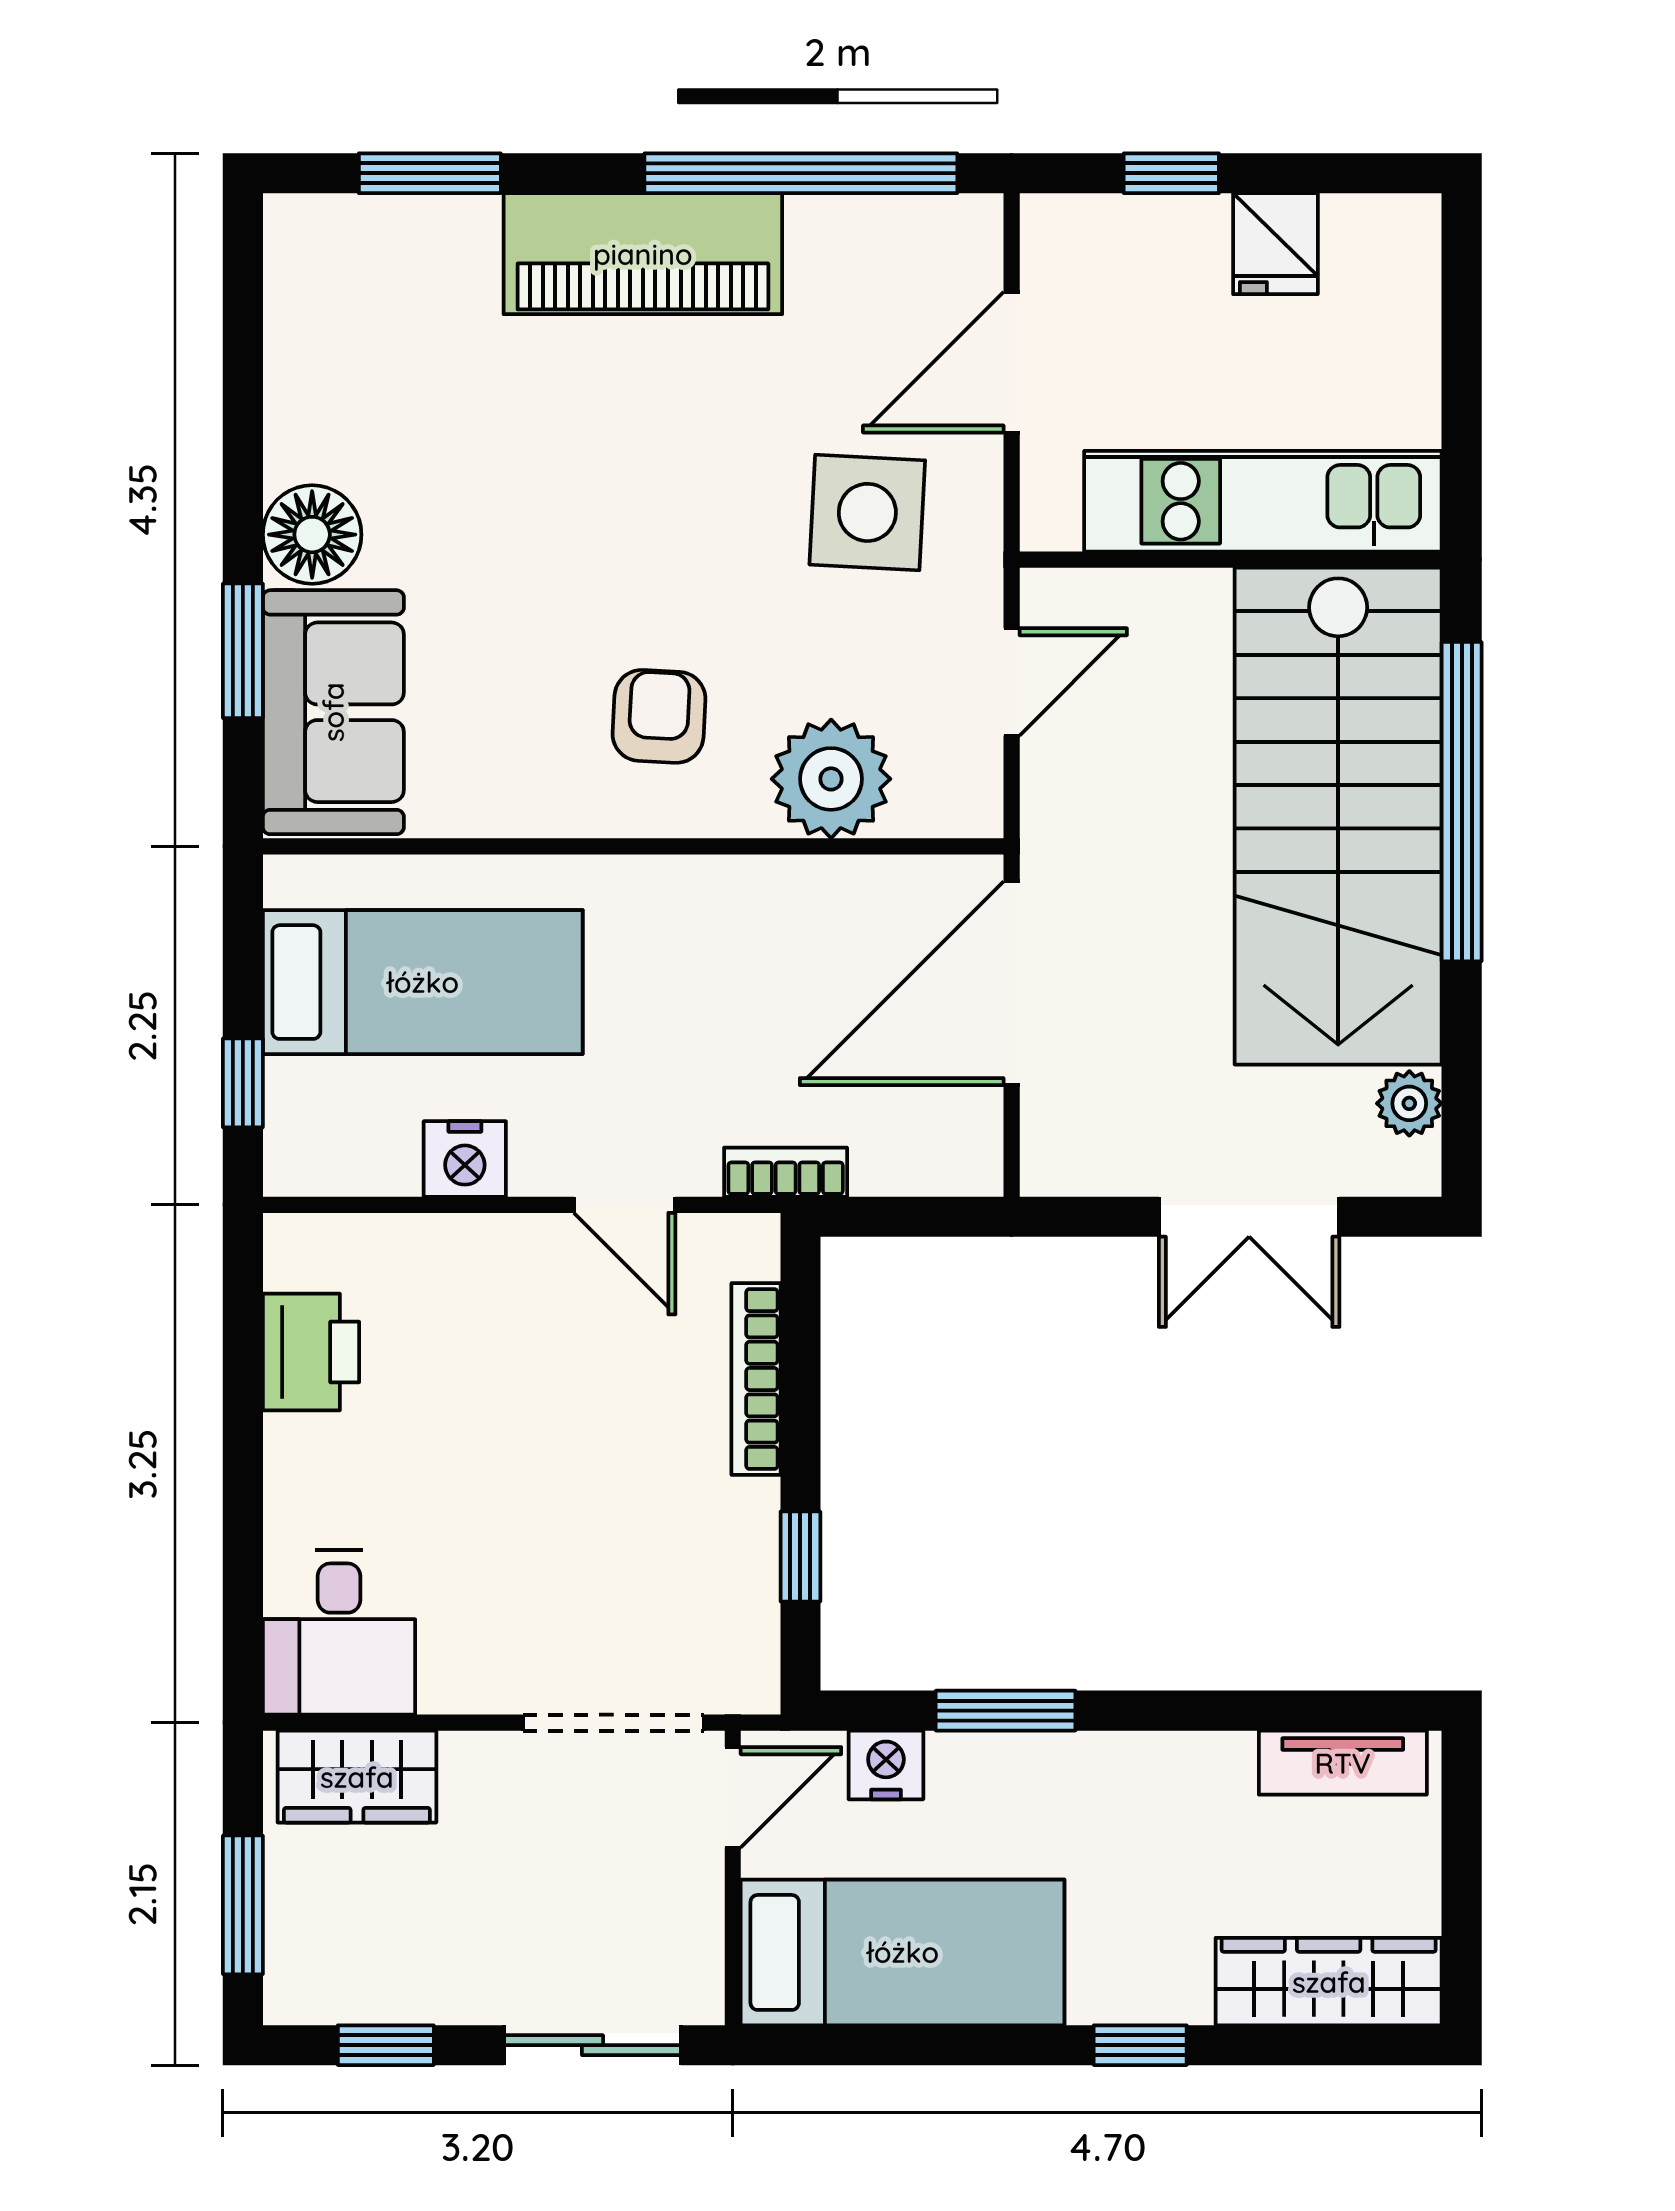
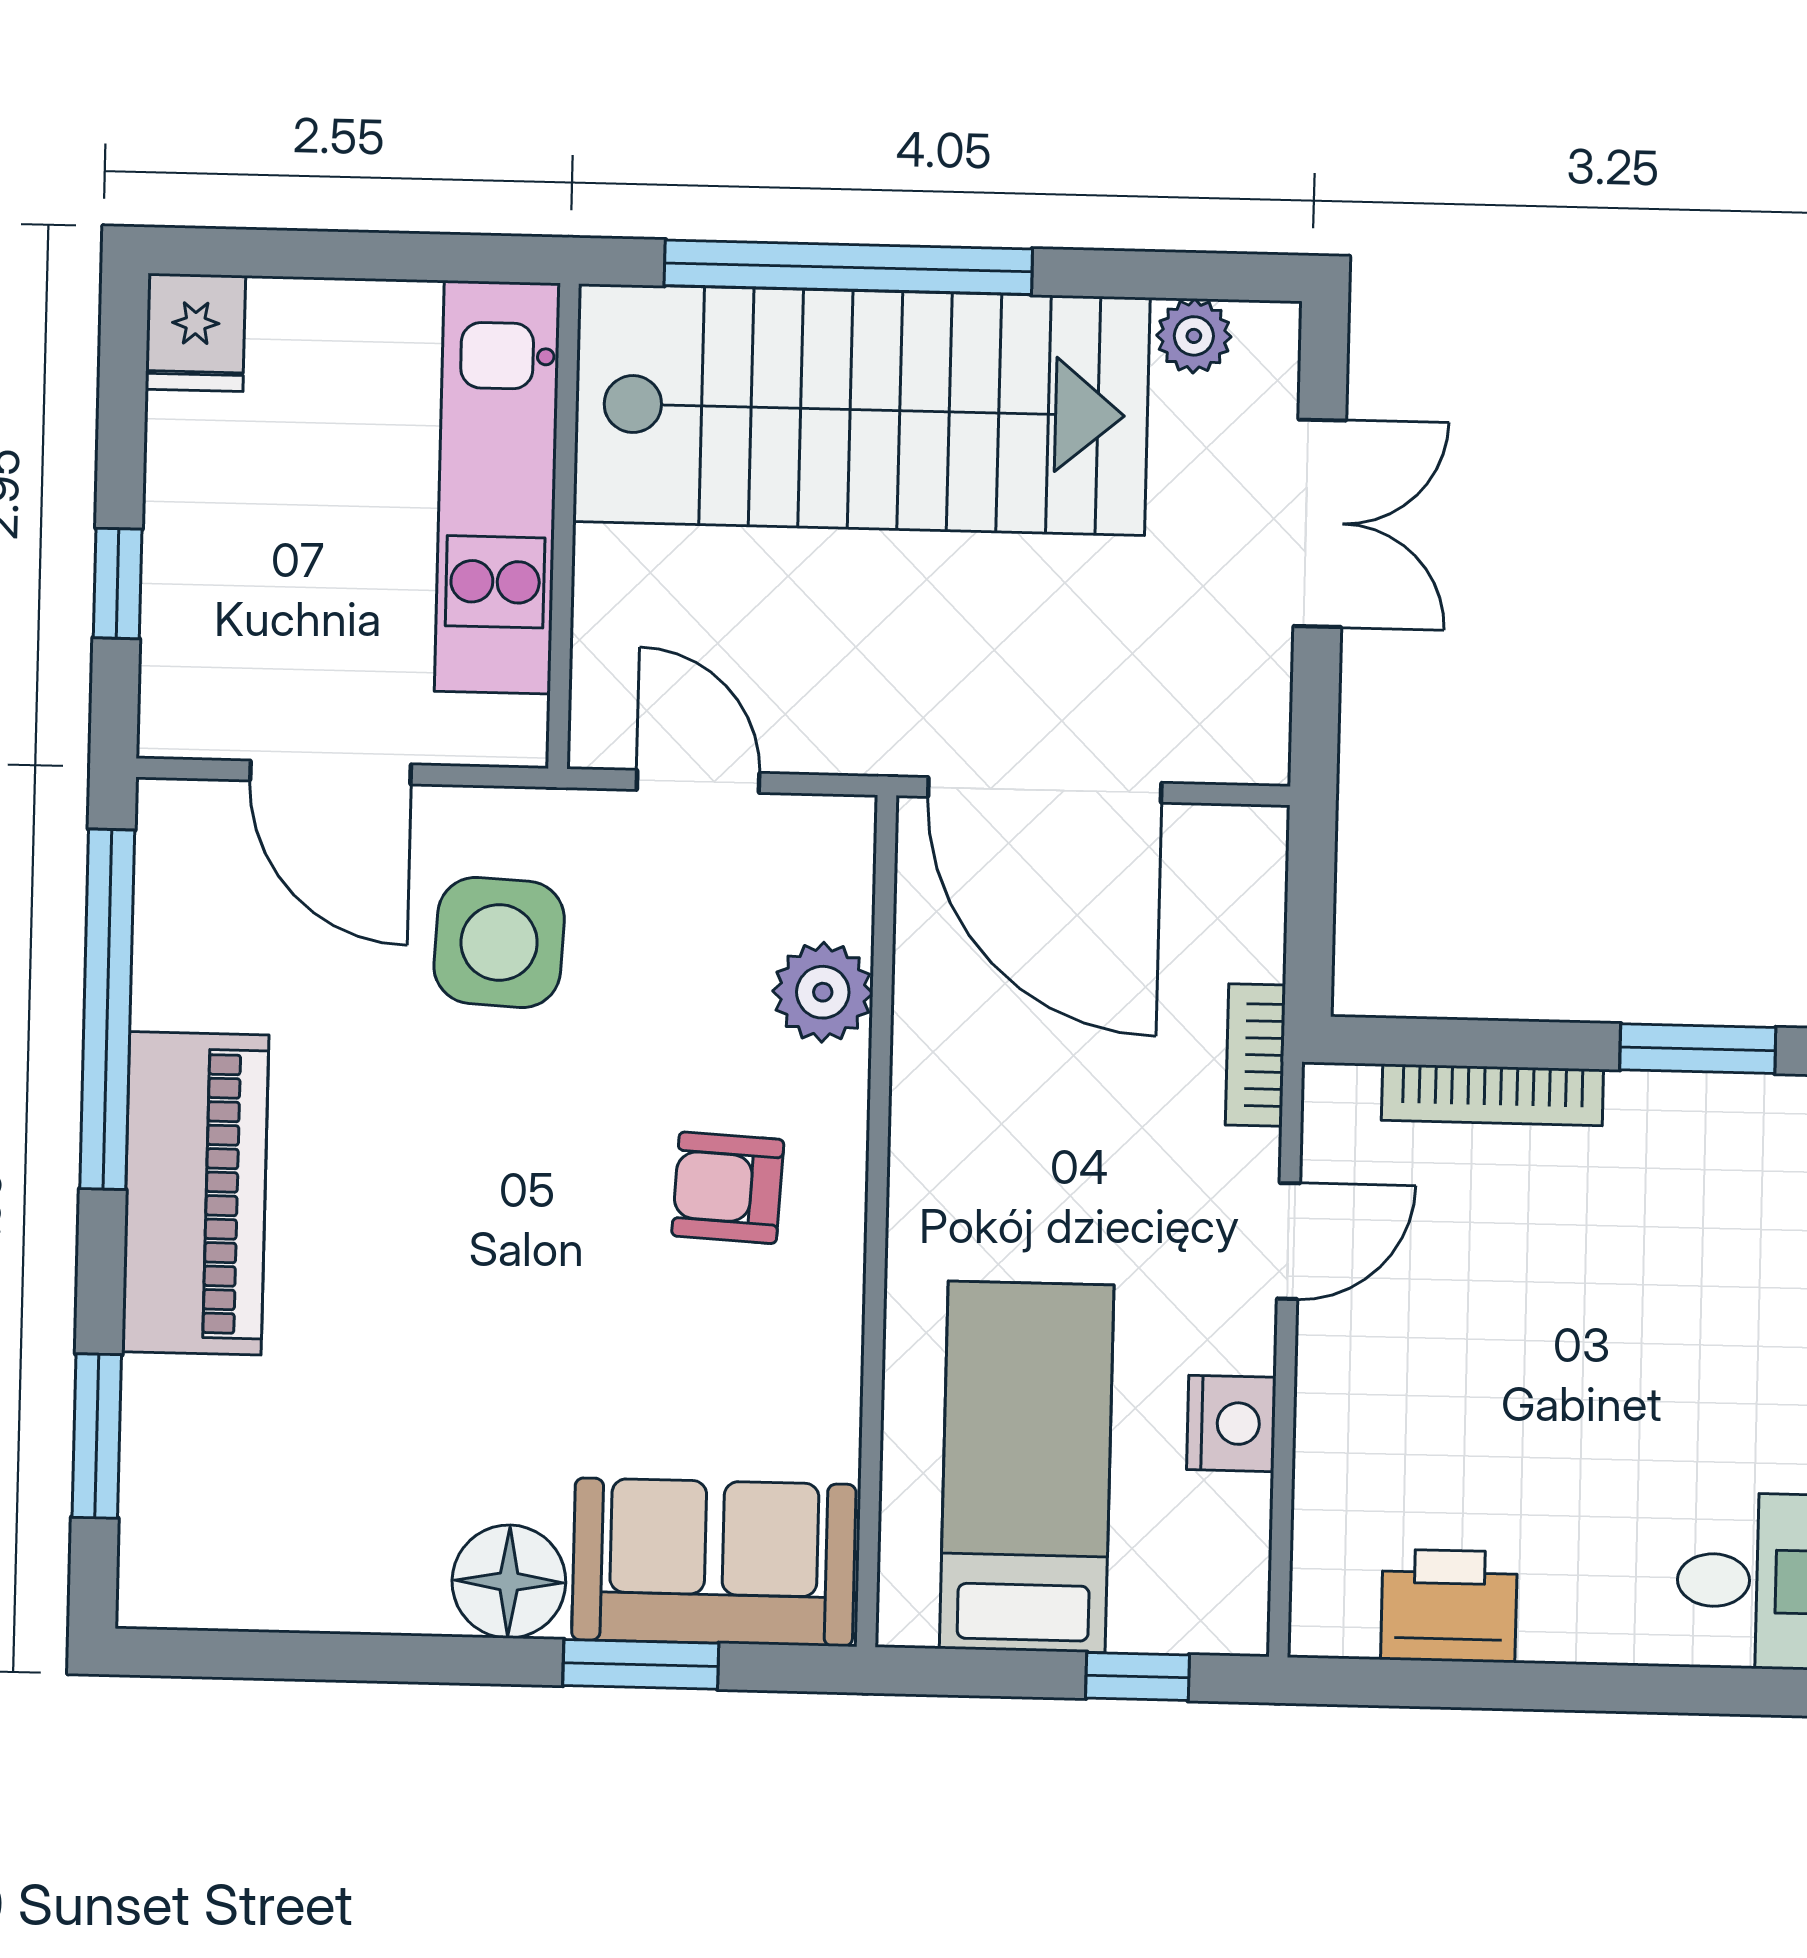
fridge: (1275, 244) -> (195, 332), moved, turned 90
plant: (831, 779) -> (823, 992), width x0.73, depth x0.73
window: (800, 1556) -> (1698, 1049), width x1.50

